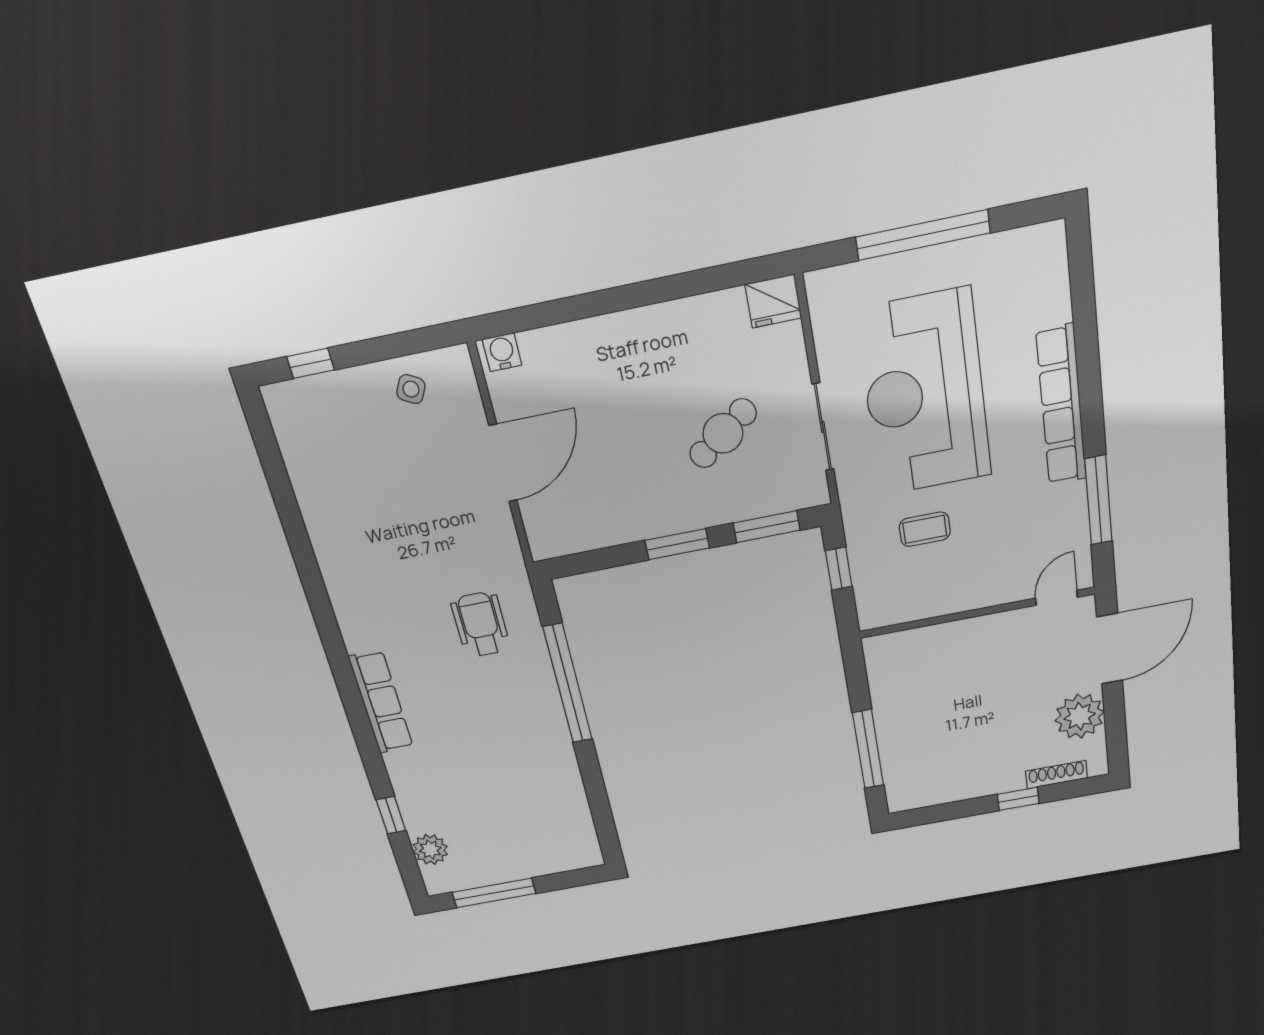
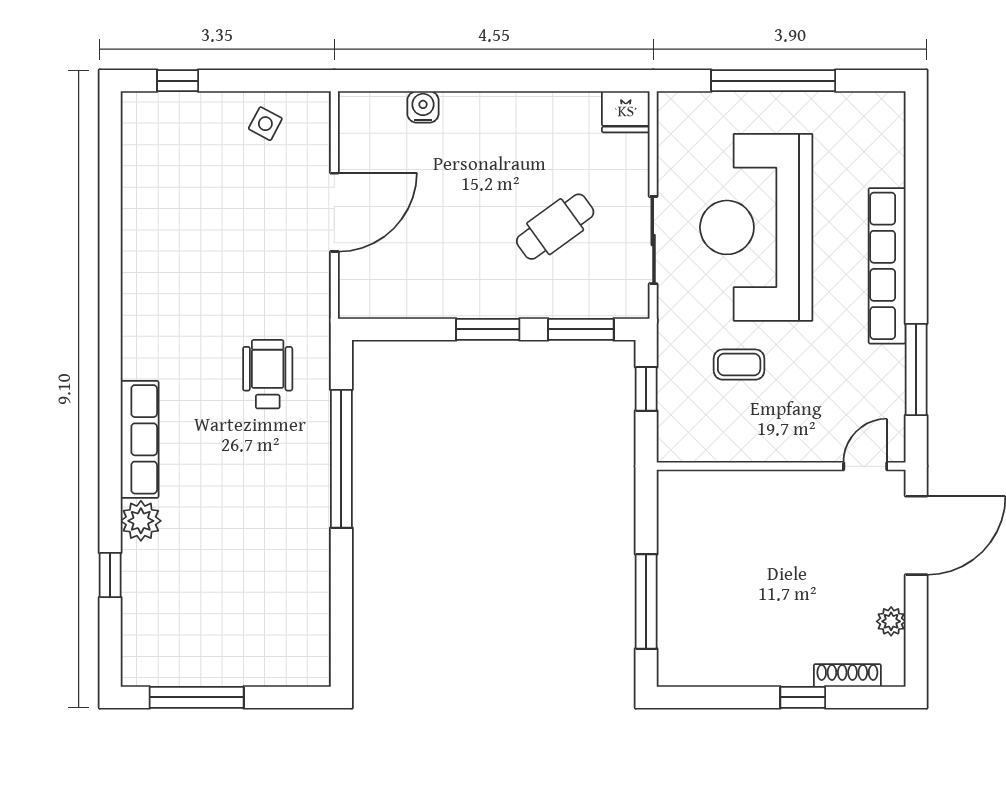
water cooler: (502, 352) -> (423, 107), moved
plant: (1080, 716) -> (891, 621), width x0.53, depth x0.53
plant: (430, 849) -> (141, 521), moved

